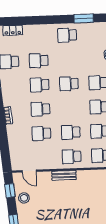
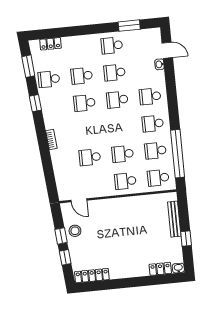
school desk: (40, 109) -> (115, 73), moved
bench: (64, 175) -> (118, 203), removed
window: (10, 191) -> (61, 236), moved

